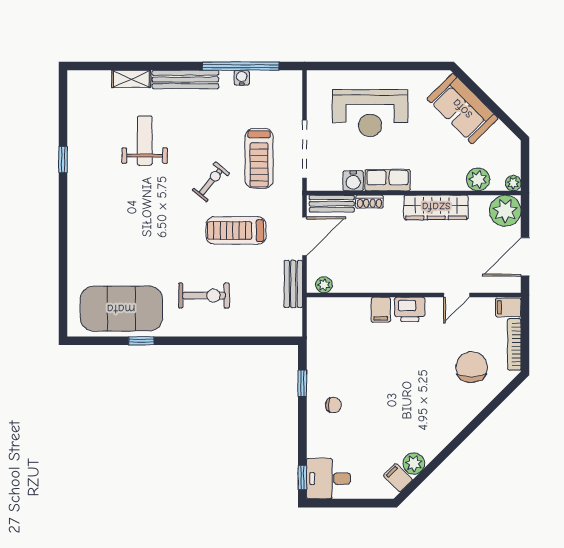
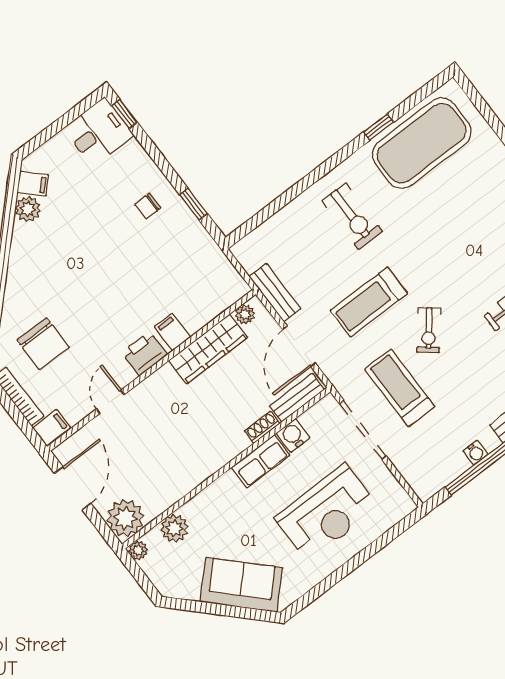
reception desk: (370, 113) -> (327, 513), turned 180
wardrobe: (436, 207) -> (208, 349), moved, turned 180
treadmill: (236, 231) -> (369, 302), turned 180
exercise bike: (204, 296) -> (352, 216), turned -90

